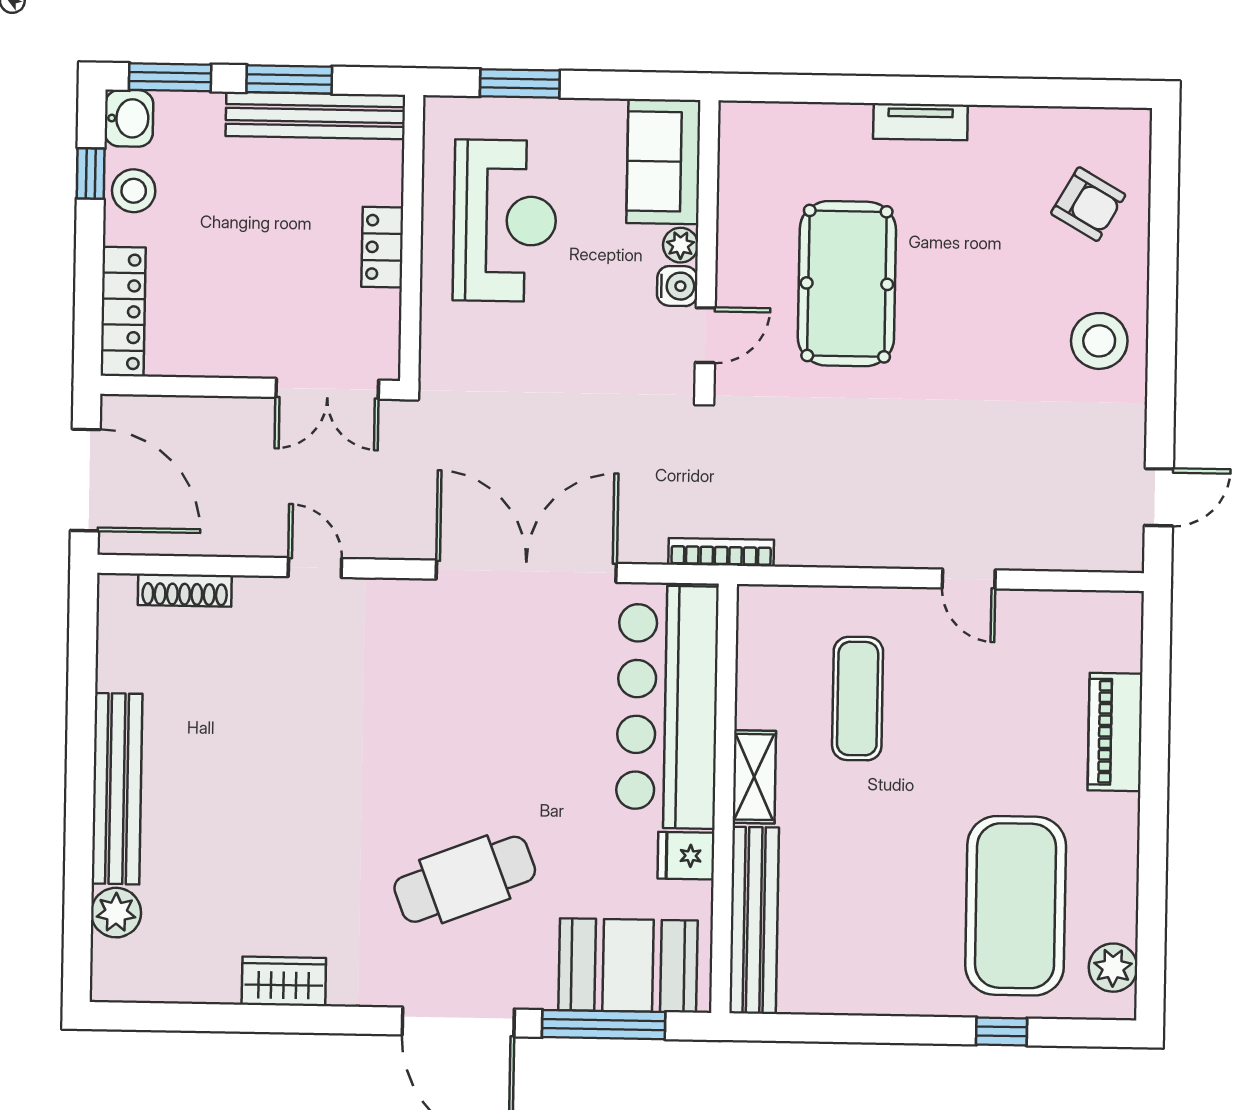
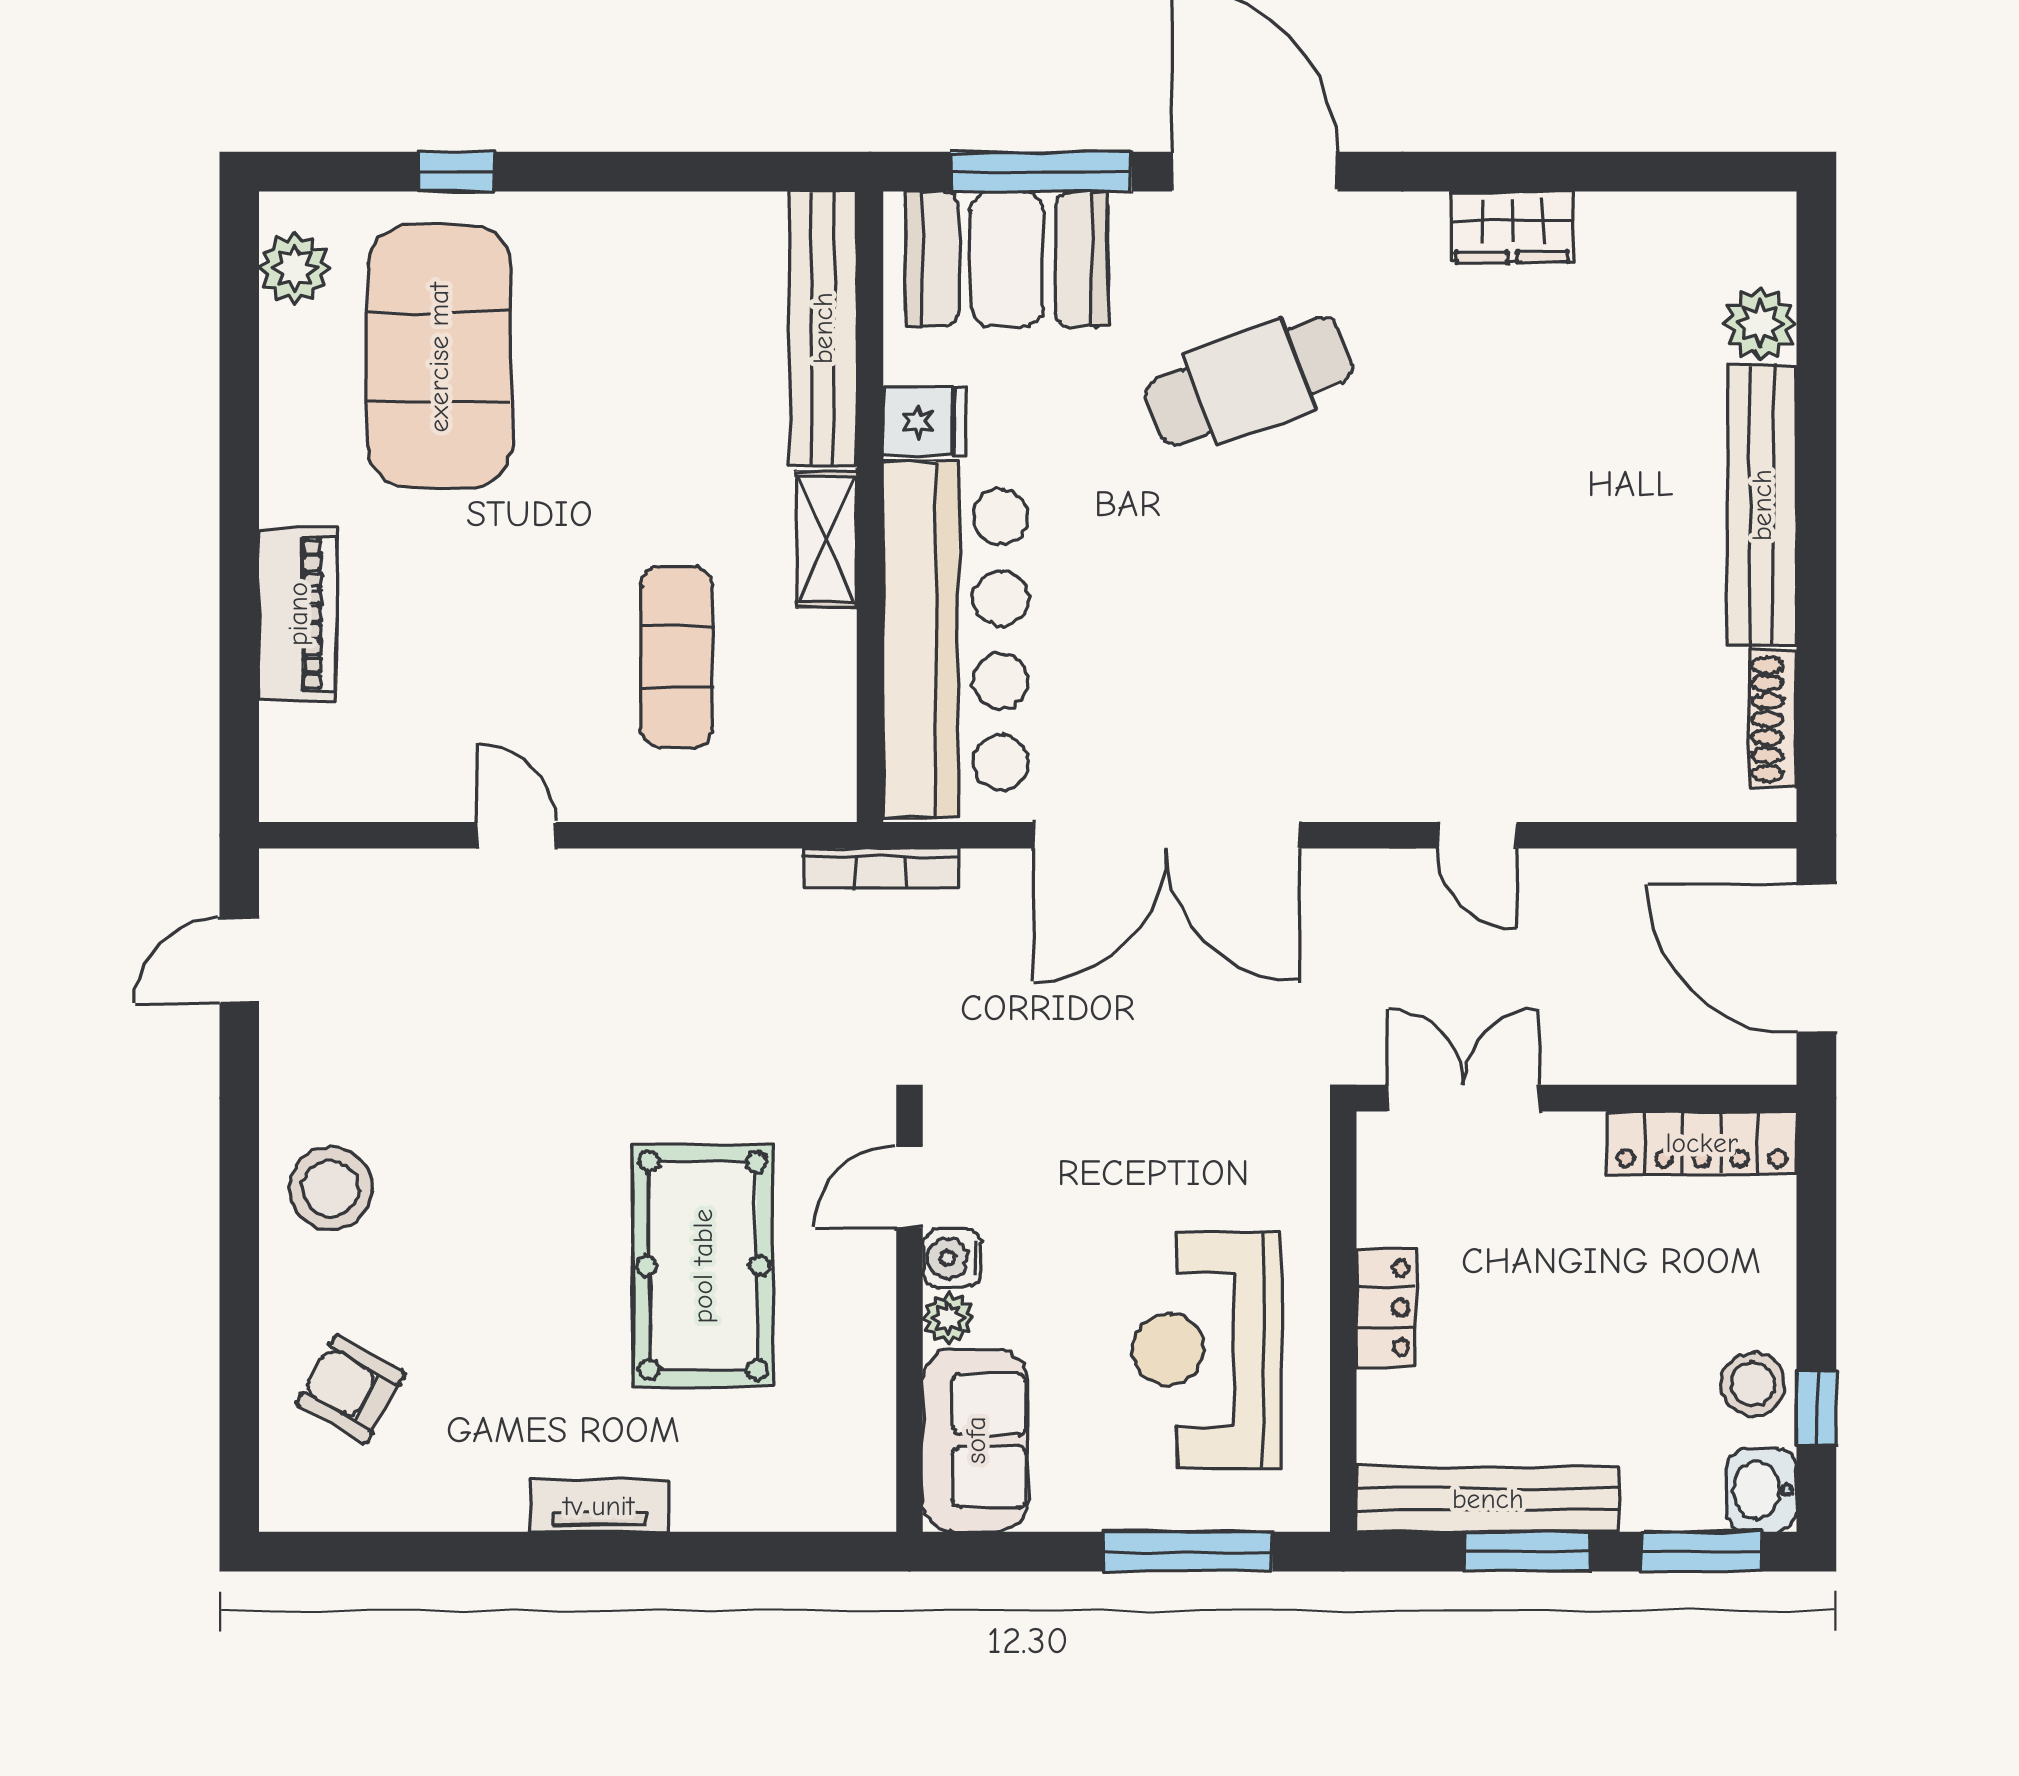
window: (520, 83) -> (1188, 1552), width x1.44
locker: (123, 312) -> (1702, 1143), moved, turned -90
shoe rack: (185, 590) -> (1773, 719), moved, turned -90

